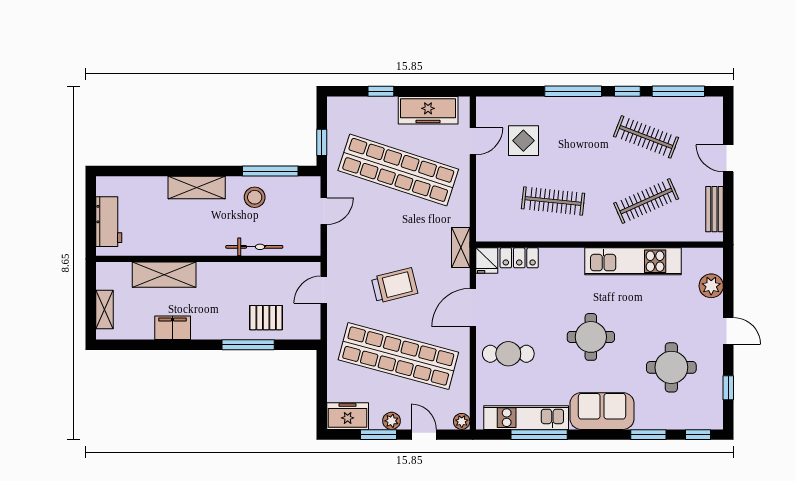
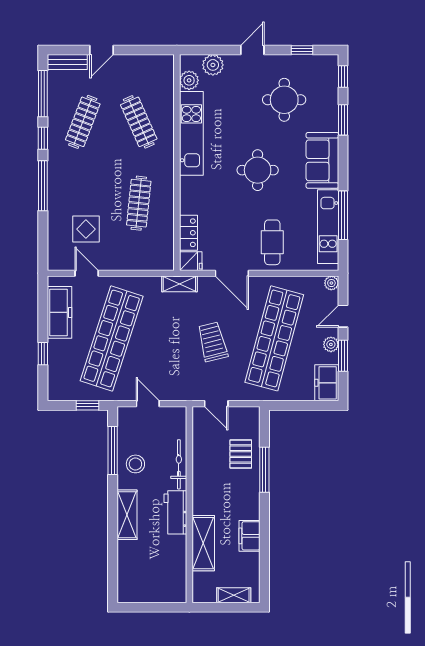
bench: (715, 209) -> (67, 62), moved
workbench: (109, 222) -> (175, 512), moved, turned -90
plant: (694, 259) -> (189, 80), added

